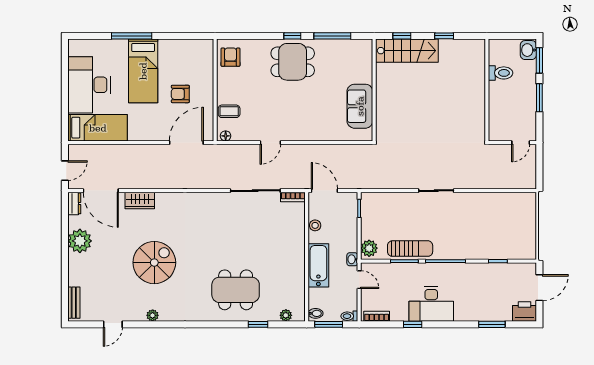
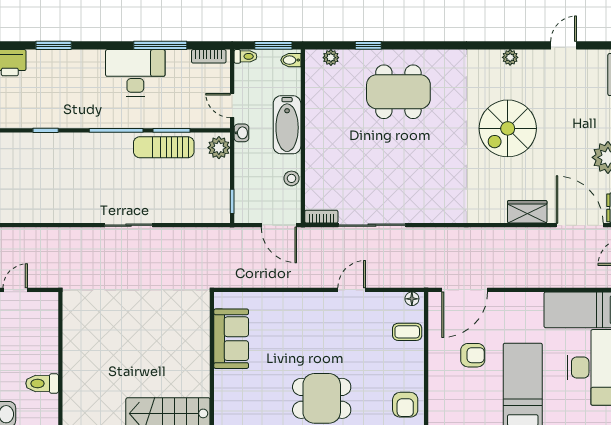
window: (413, 324) -> (160, 45), width x2.17

